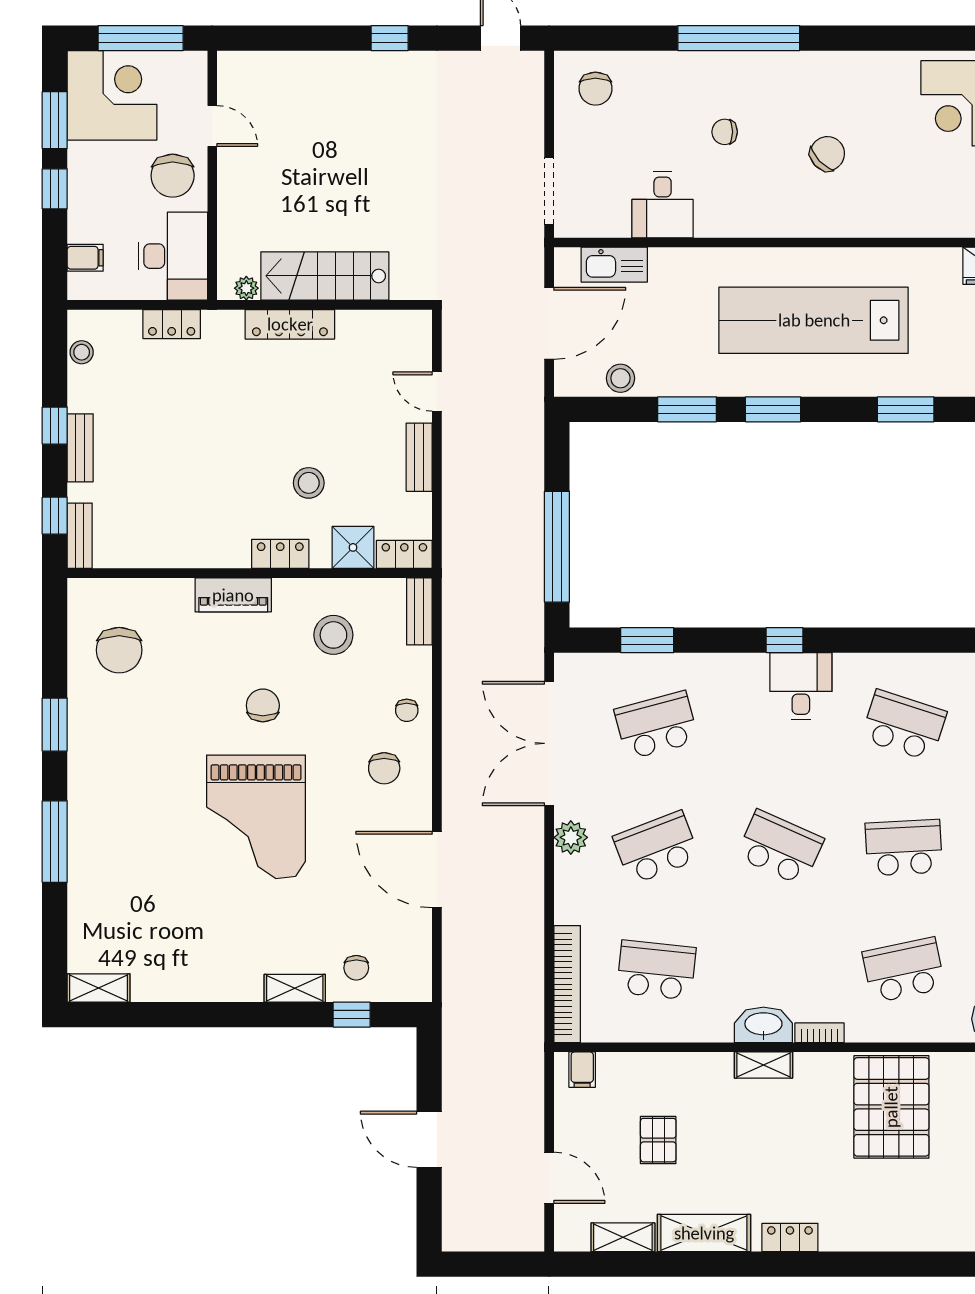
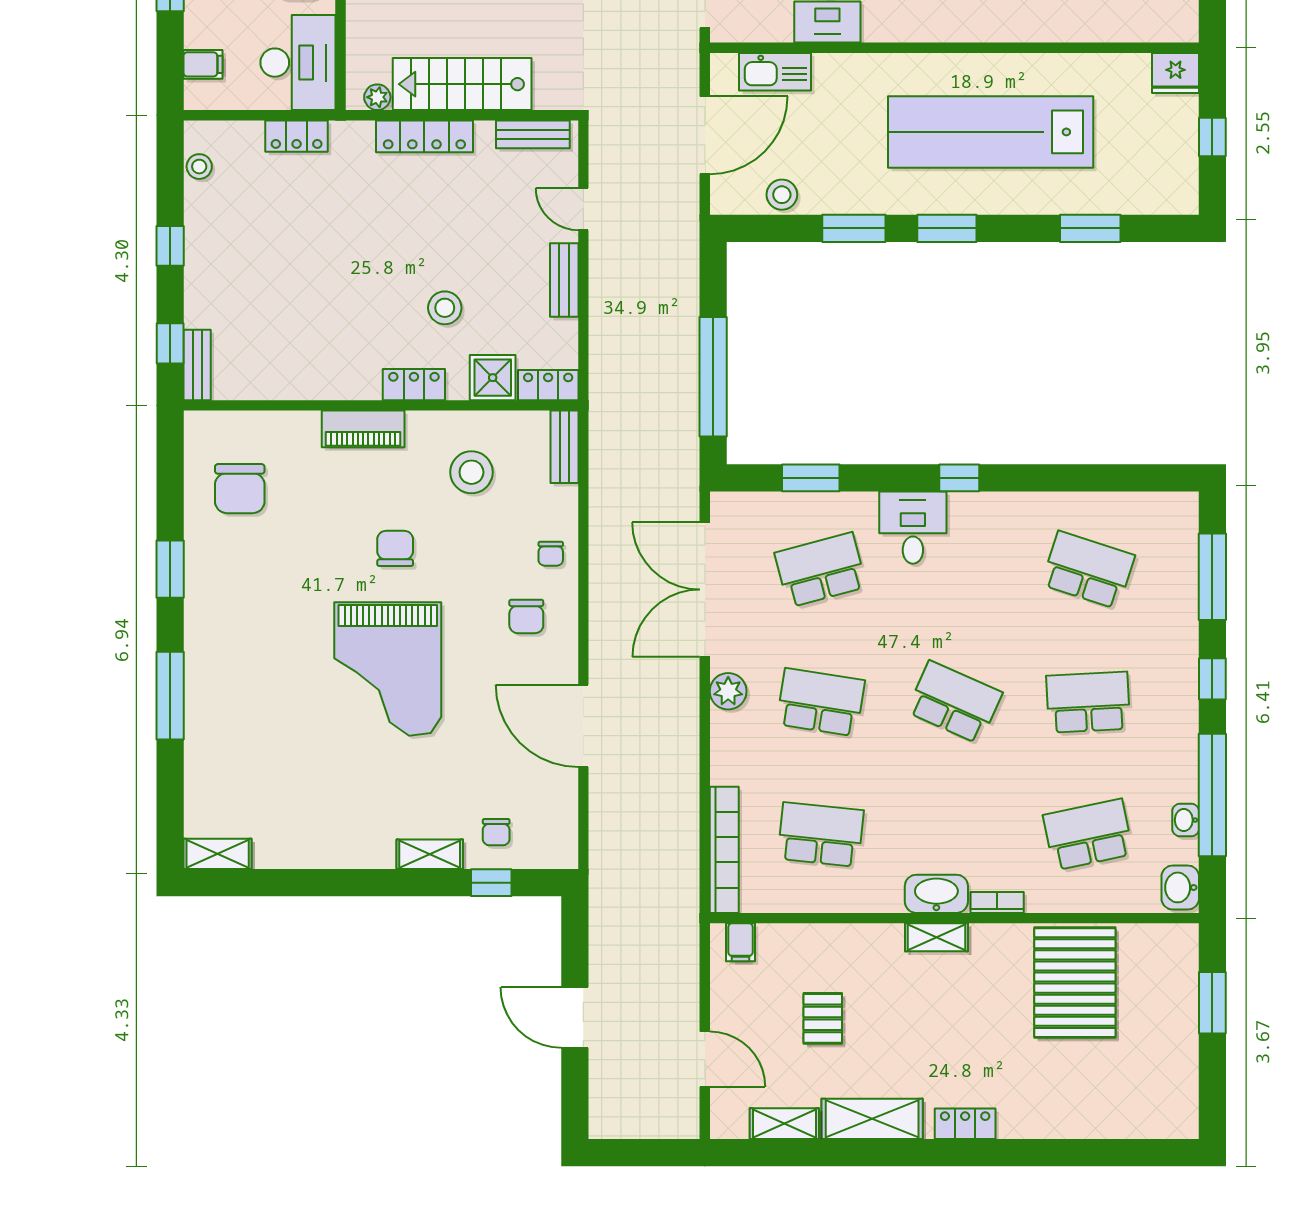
bench: (80, 448) -> (533, 134), moved, turned 90
desk: (801, 686) -> (913, 528), moved
school desk: (656, 848) -> (821, 702), turned 30

